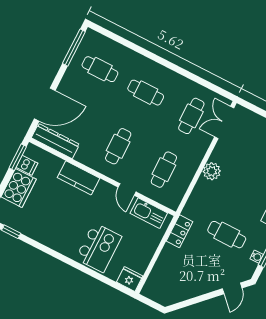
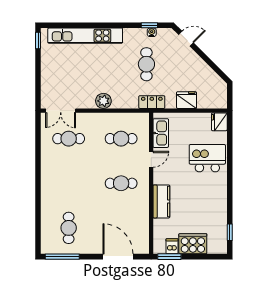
cafe table: (146, 93) -> (69, 183), removed
dresser: (55, 141) -> (142, 234), removed
locker: (180, 231) -> (152, 102), moved
fridge: (169, 257) -> (187, 100), added

